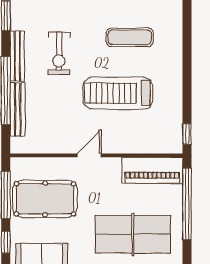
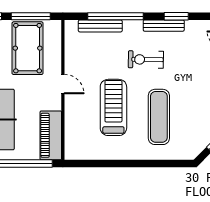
exercise mat: (130, 37) -> (159, 117), width x1.36, depth x1.45
bench: (17, 56) -> (164, 26), moved
window: (187, 134) -> (80, 164), removed

